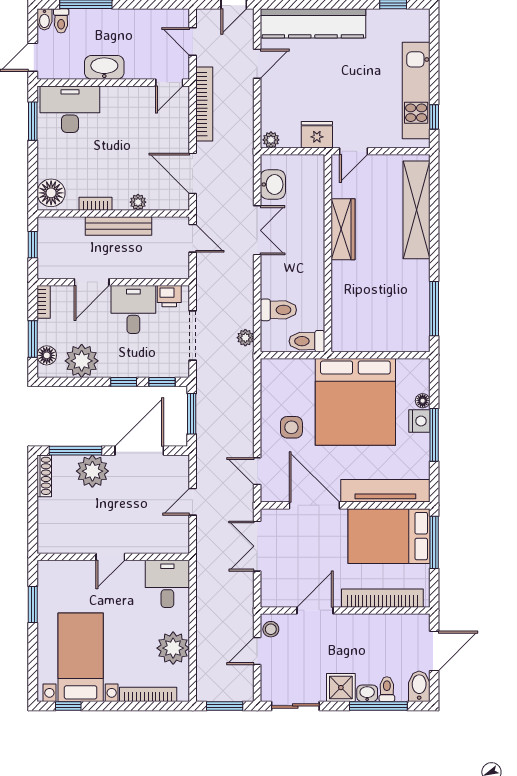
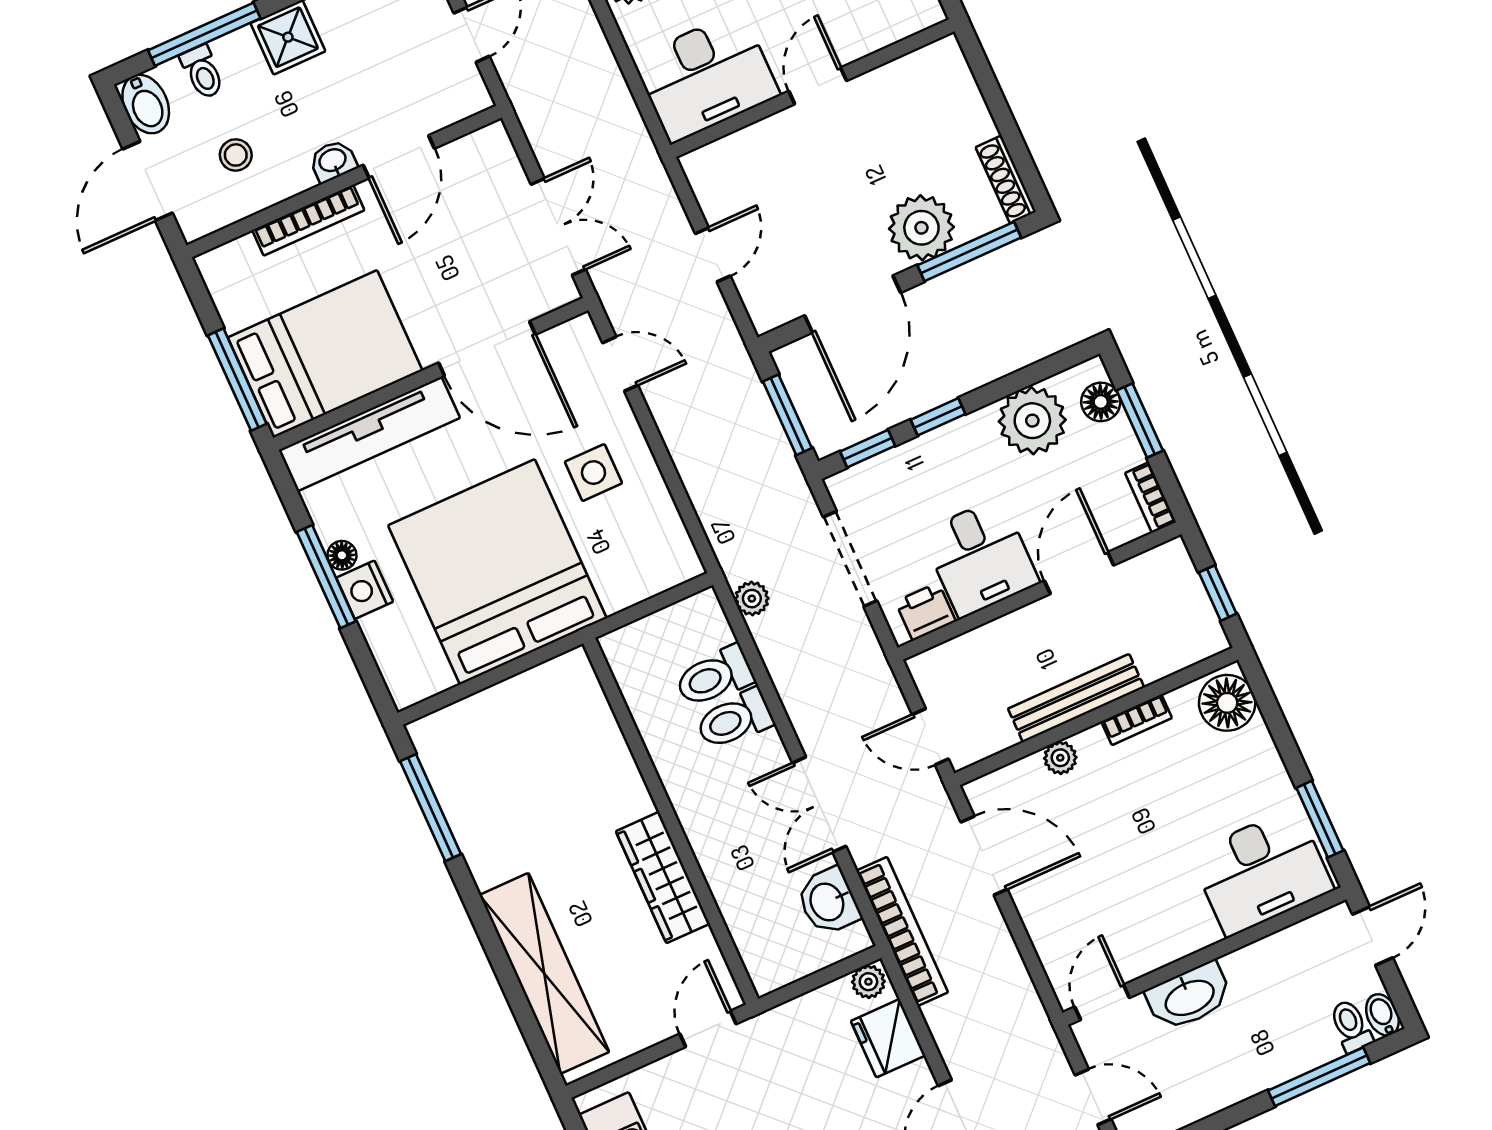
washbasin: (104, 67) -> (1189, 997), moved
bookcase: (204, 104) -> (902, 931), moved, turned 180
fridge: (317, 135) -> (888, 1038), moved, turned 90
toilet: (307, 341) -> (734, 719), moved, turned 180
floor lamp: (423, 401) -> (342, 555), moved
desk: (167, 584) -> (706, 77), width x1.37
bookcase: (382, 598) -> (308, 220), width x0.68, depth x0.76
stool: (271, 629) -> (236, 155), moved
washbasin: (367, 693) -> (333, 161), moved, turned 180

